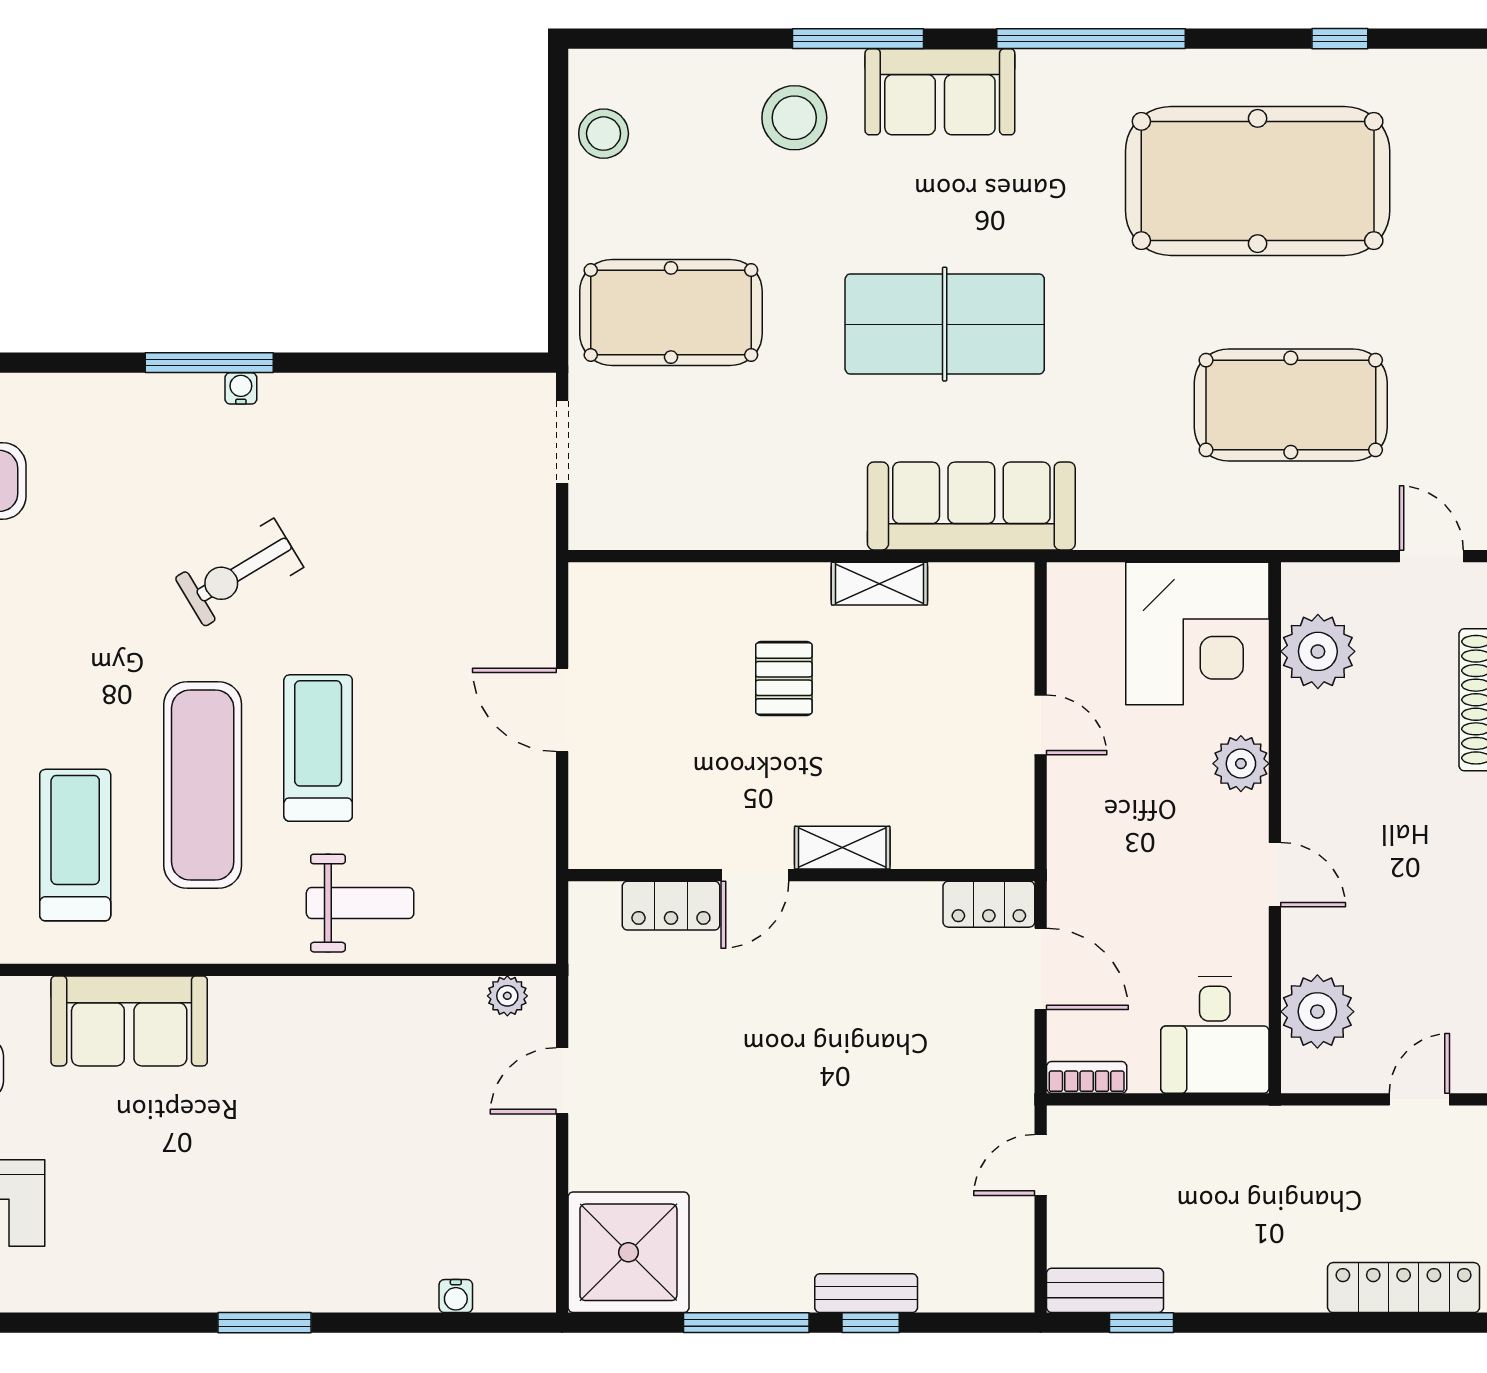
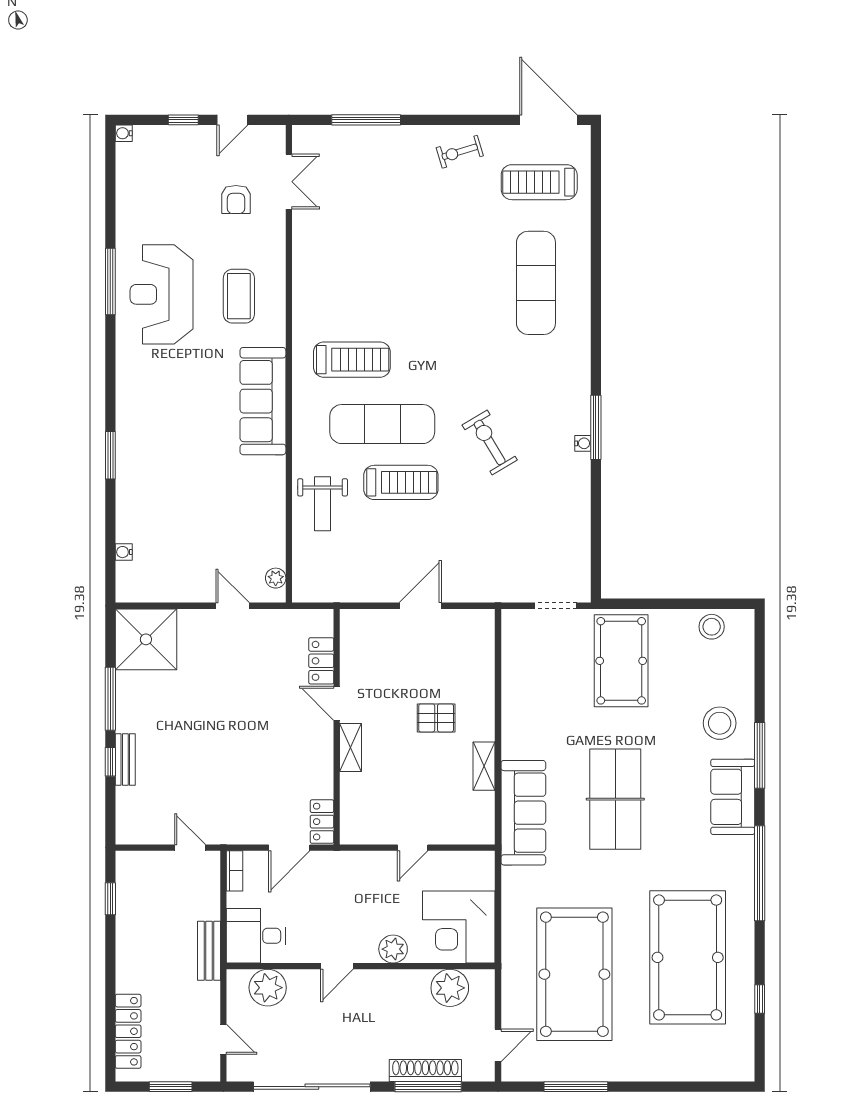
pool table: (1291, 405) -> (574, 974), width x1.36, depth x1.32
sofa: (129, 1021) -> (263, 401), width x1.36
bench: (1105, 1290) -> (209, 951), moved

